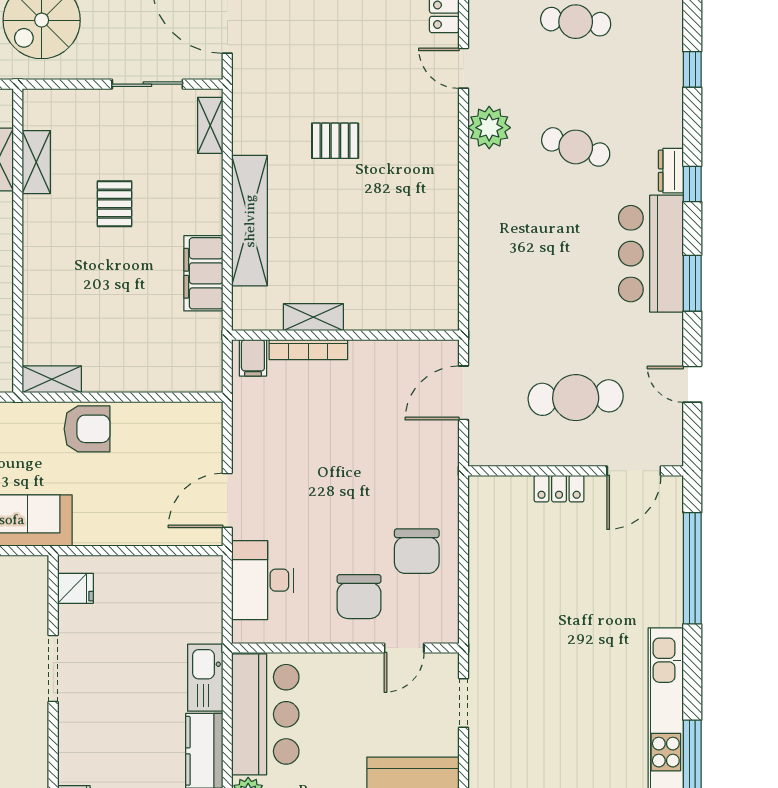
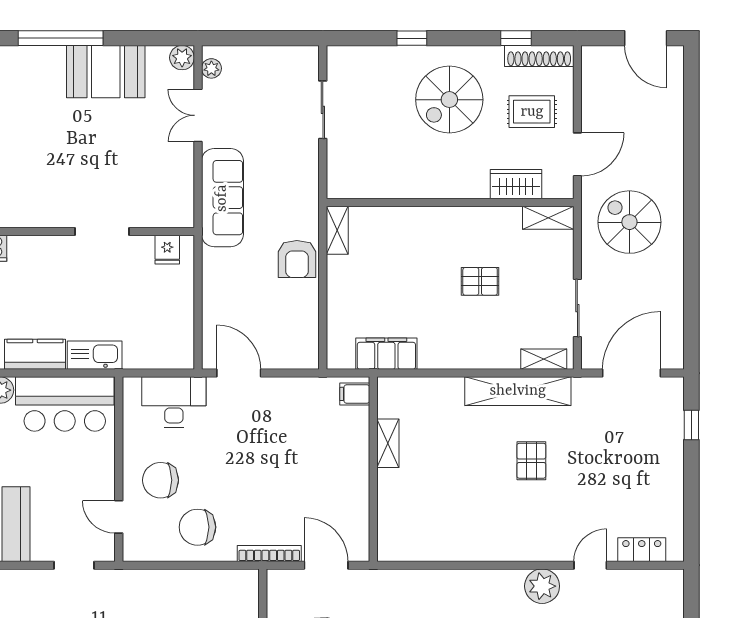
shelving: (36, 162) -> (548, 218), moved
shelving: (250, 221) -> (518, 391), moved
filing cabinet: (203, 273) -> (386, 354), moved
bookcase: (308, 350) -> (269, 553), moved, turned 90

